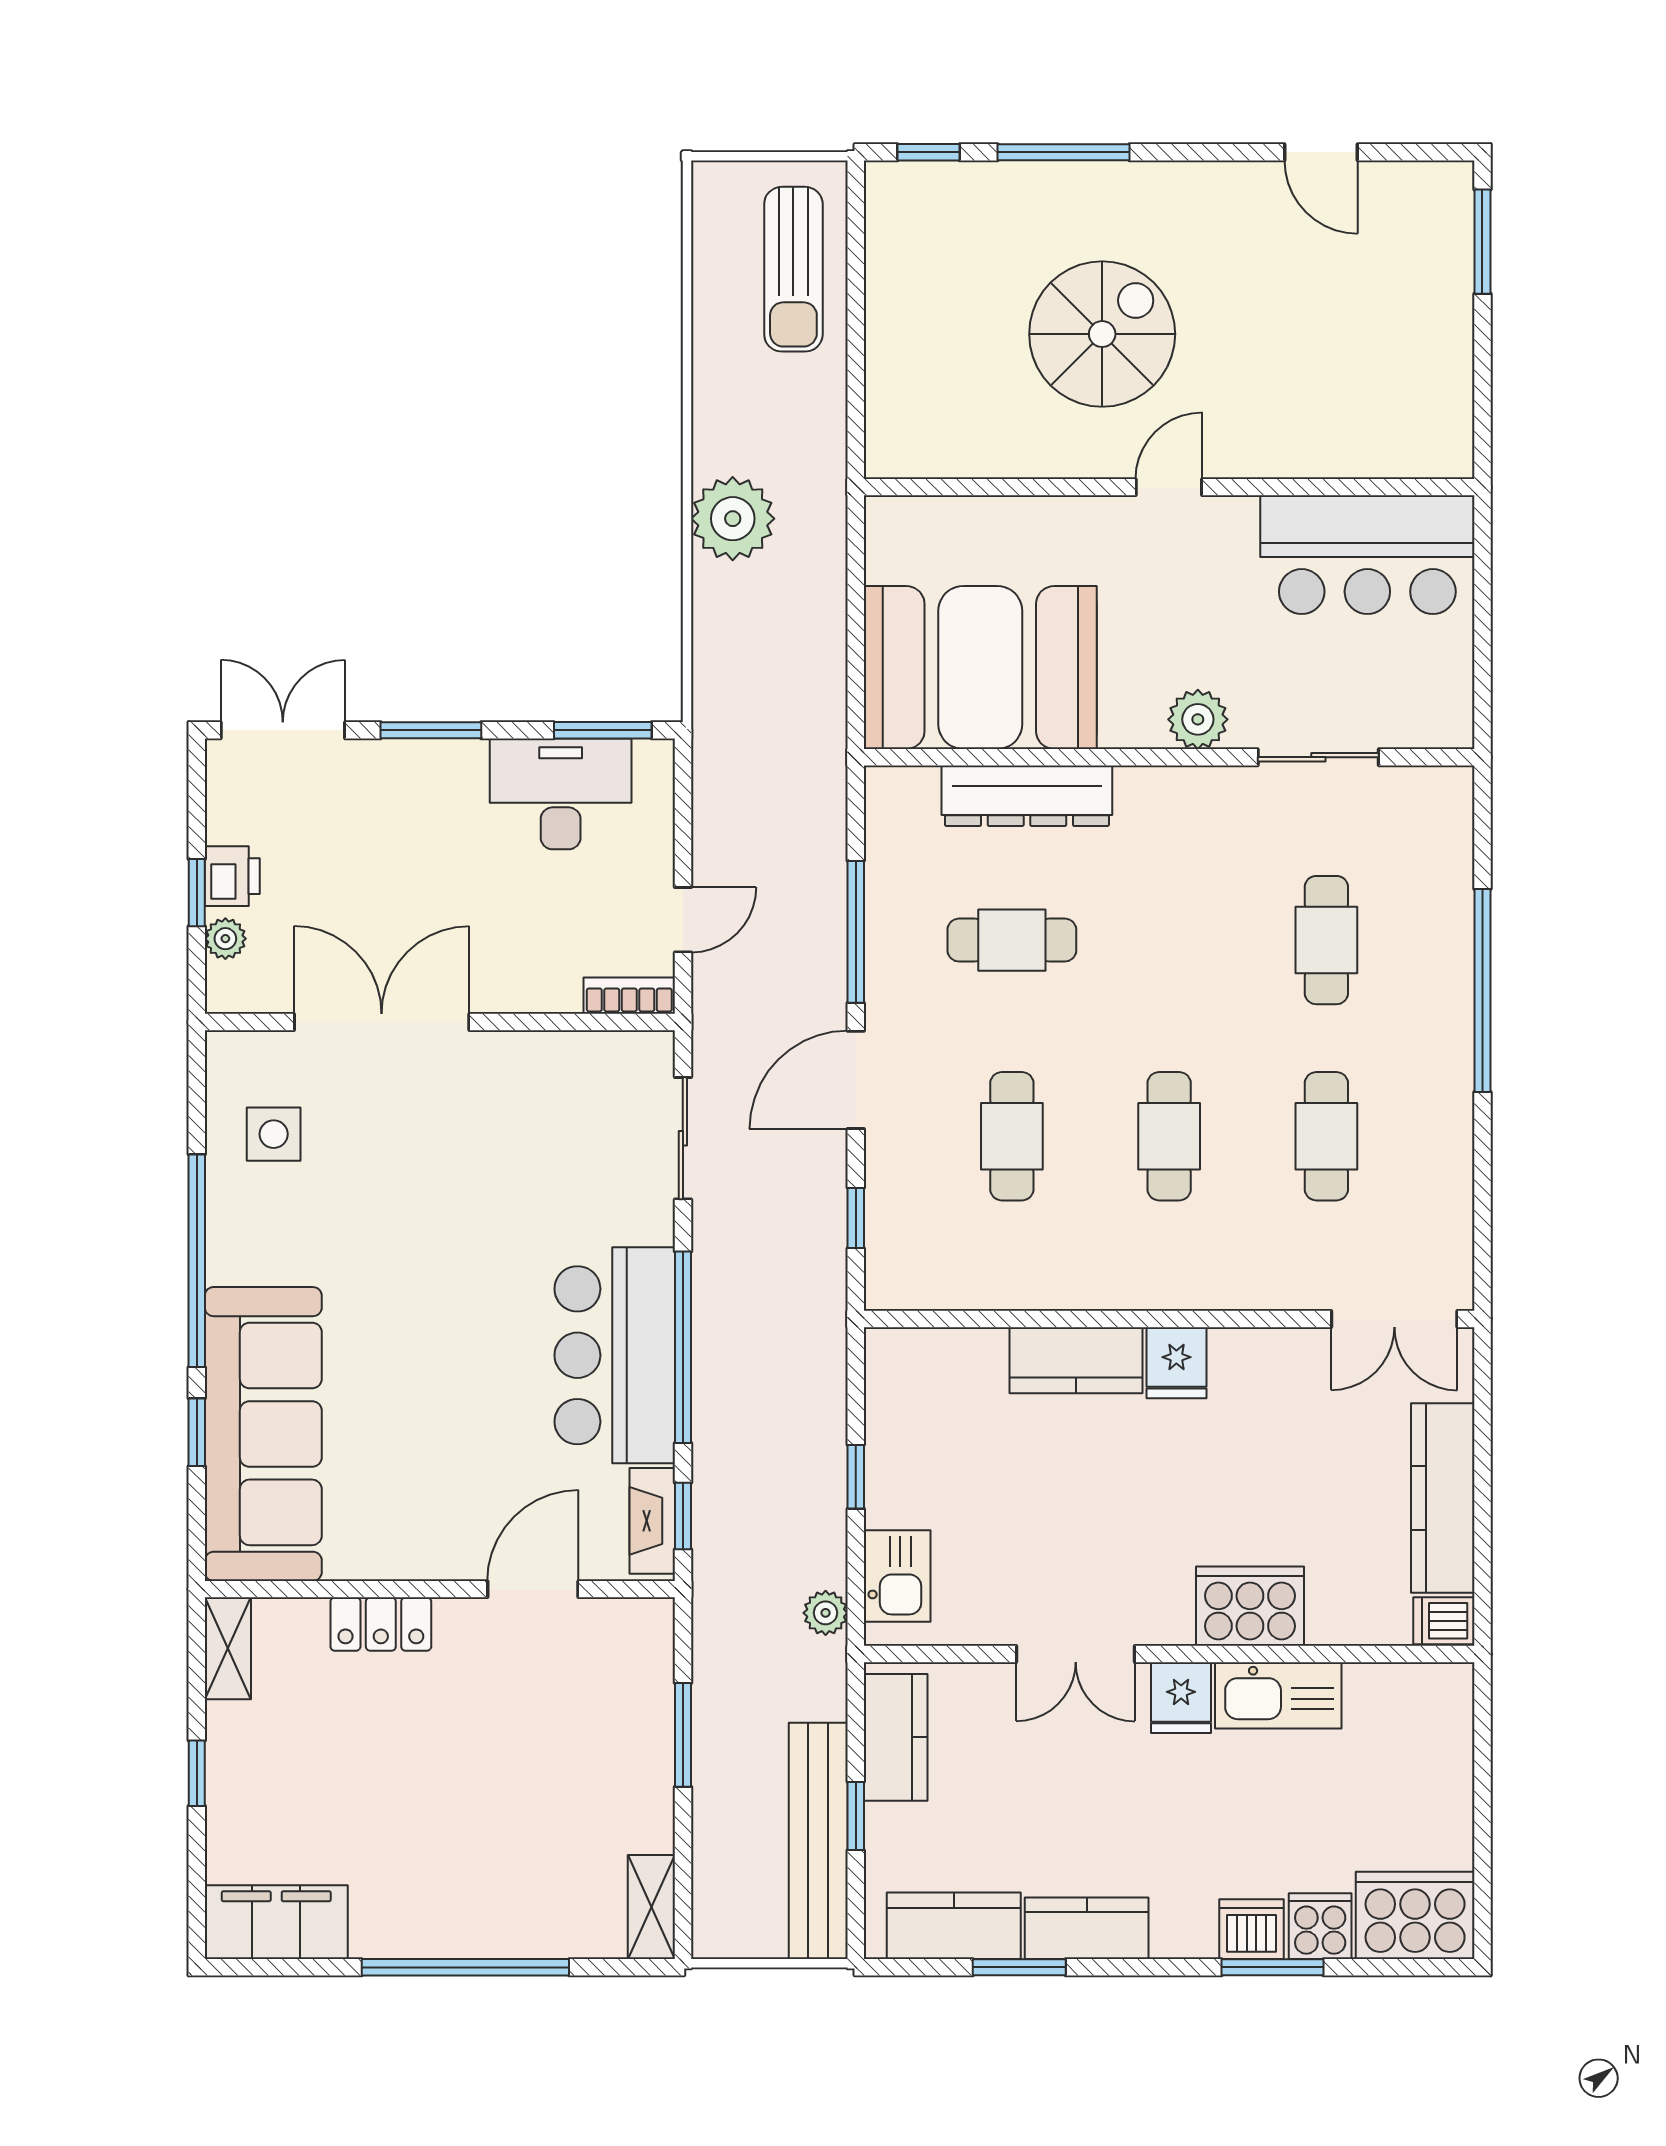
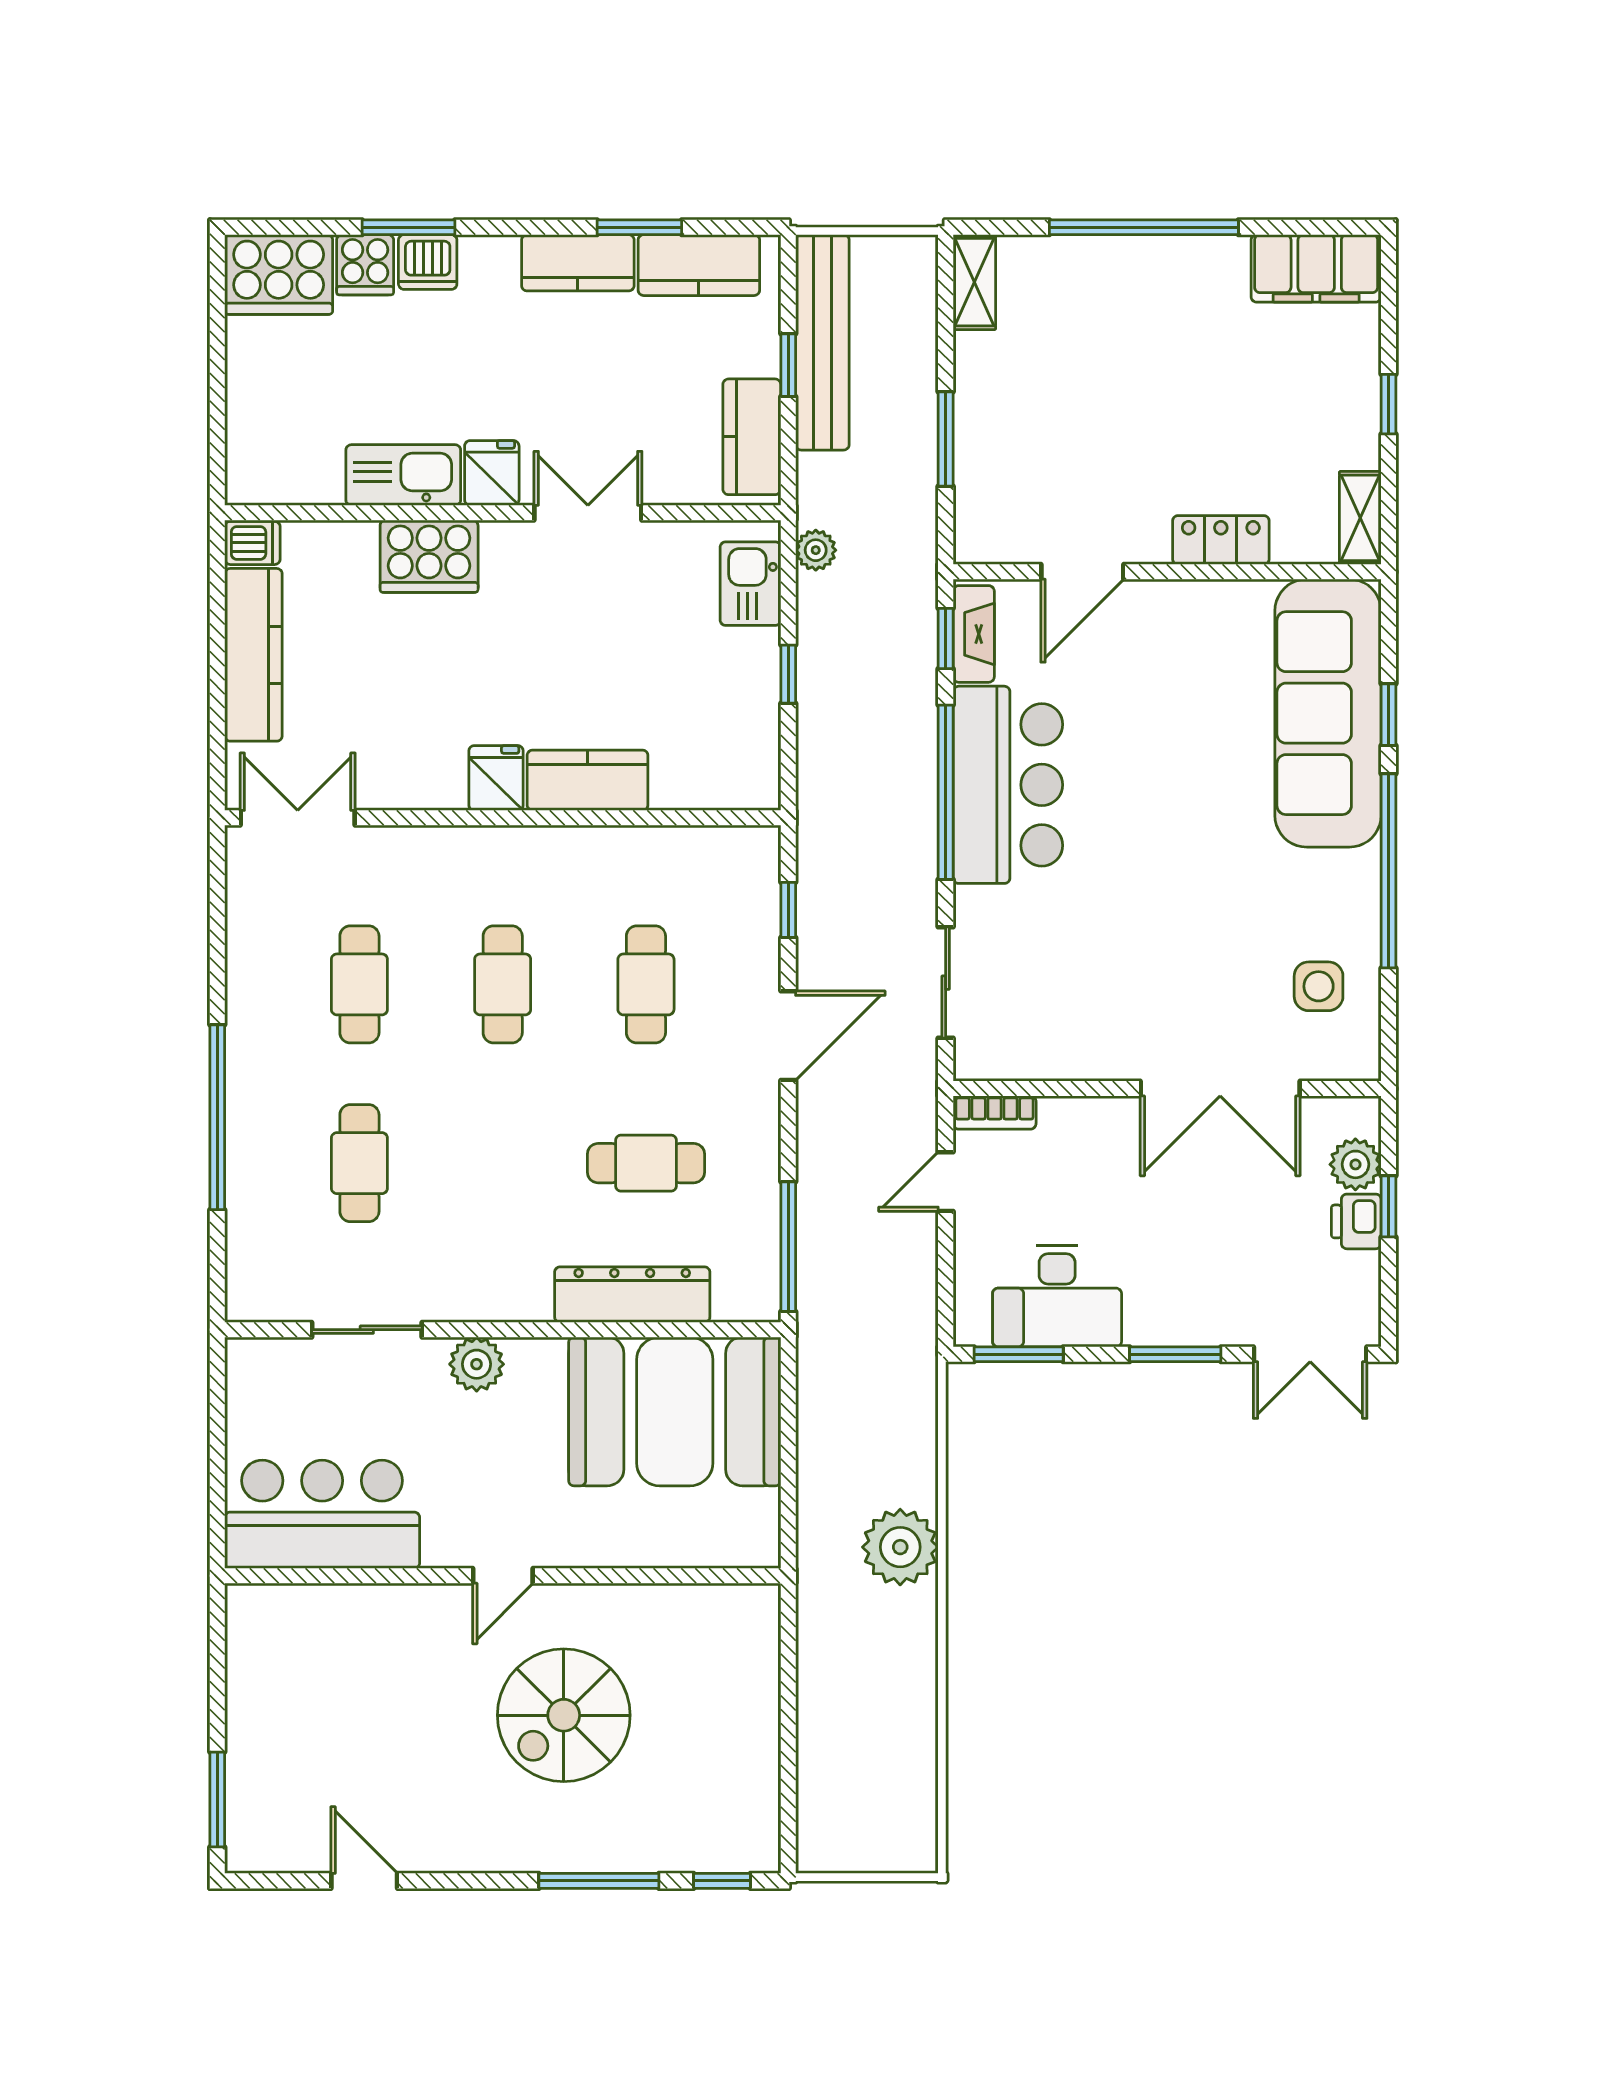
sun lounger: (793, 269) -> (845, 1774), removed
window: (856, 932) -> (788, 1247), moved
plant: (225, 939) -> (1355, 1164), width x1.38, depth x1.38

